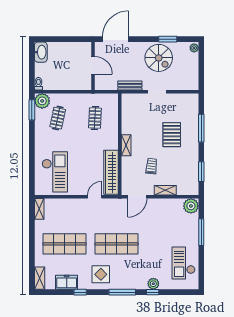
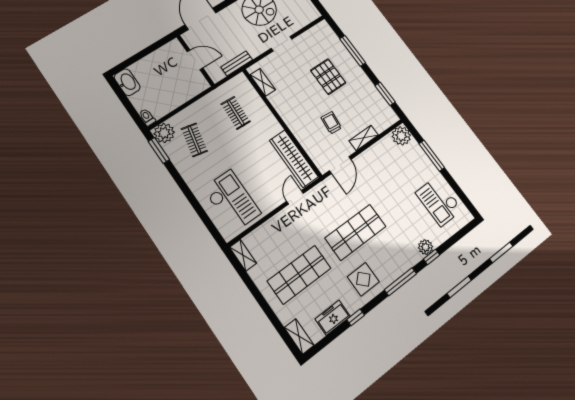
bench: (130, 86) -> (237, 63), moved
shelving: (126, 145) -> (263, 82), moved

